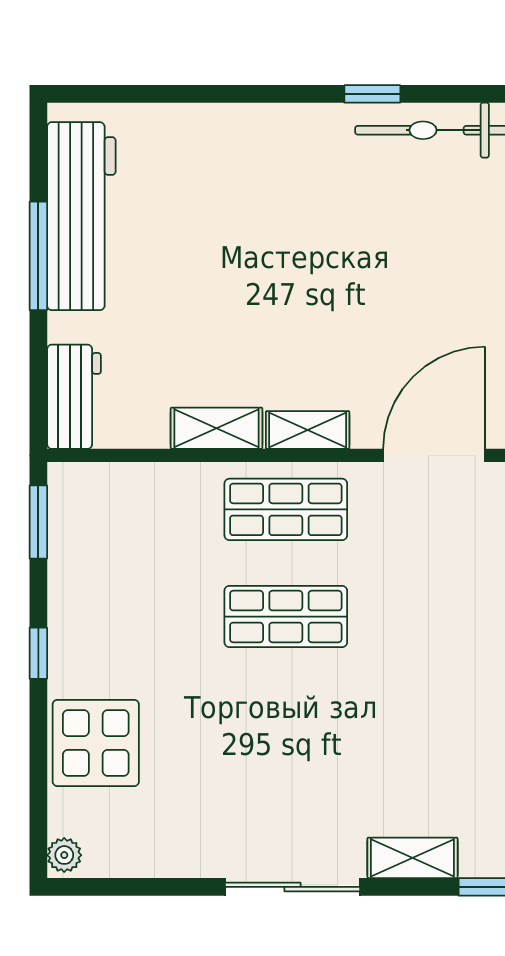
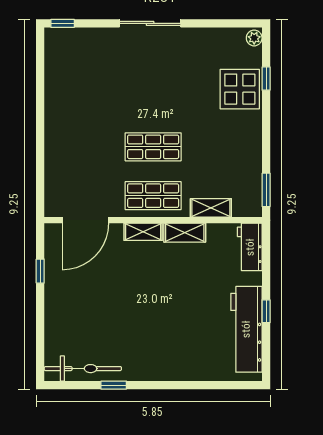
window: (38, 256) -> (266, 311), width x0.46
window: (38, 653) -> (266, 79), moved
shelving: (412, 858) -> (211, 208), moved

